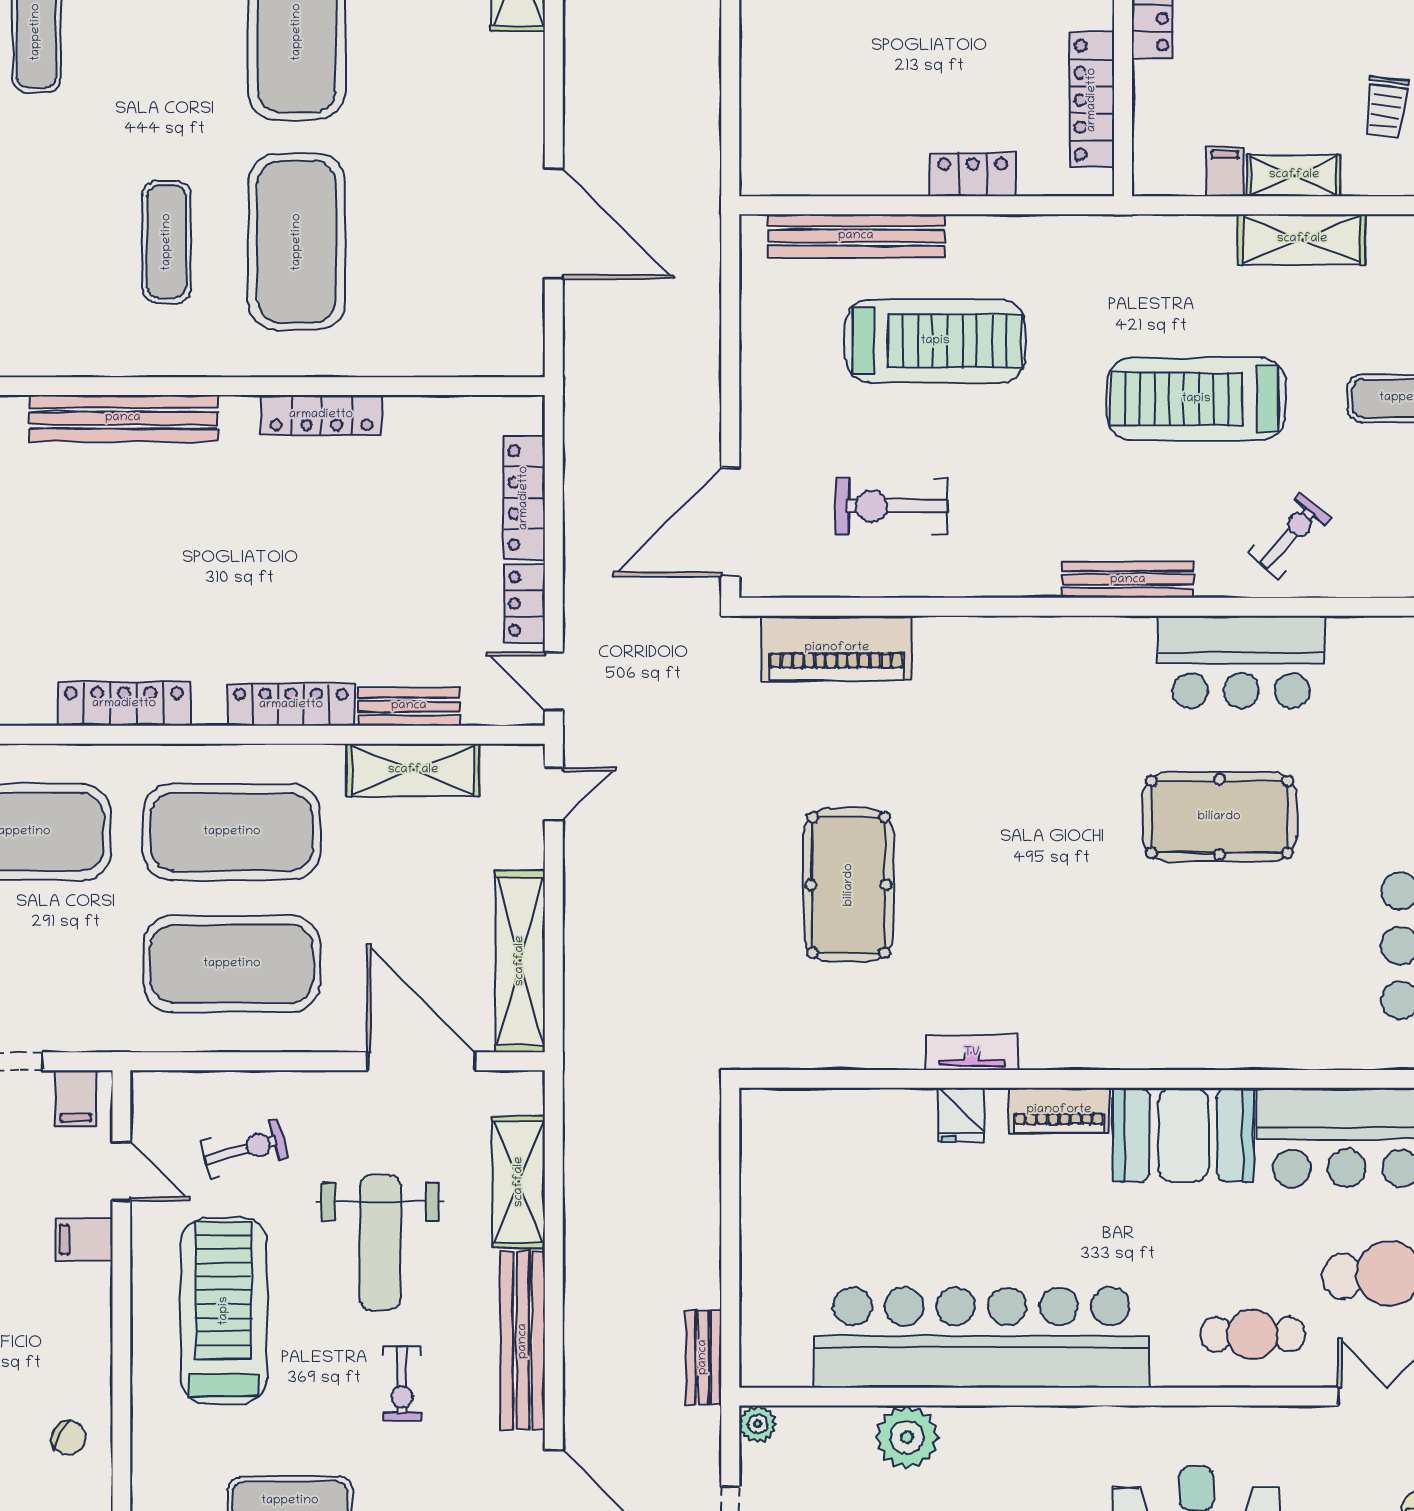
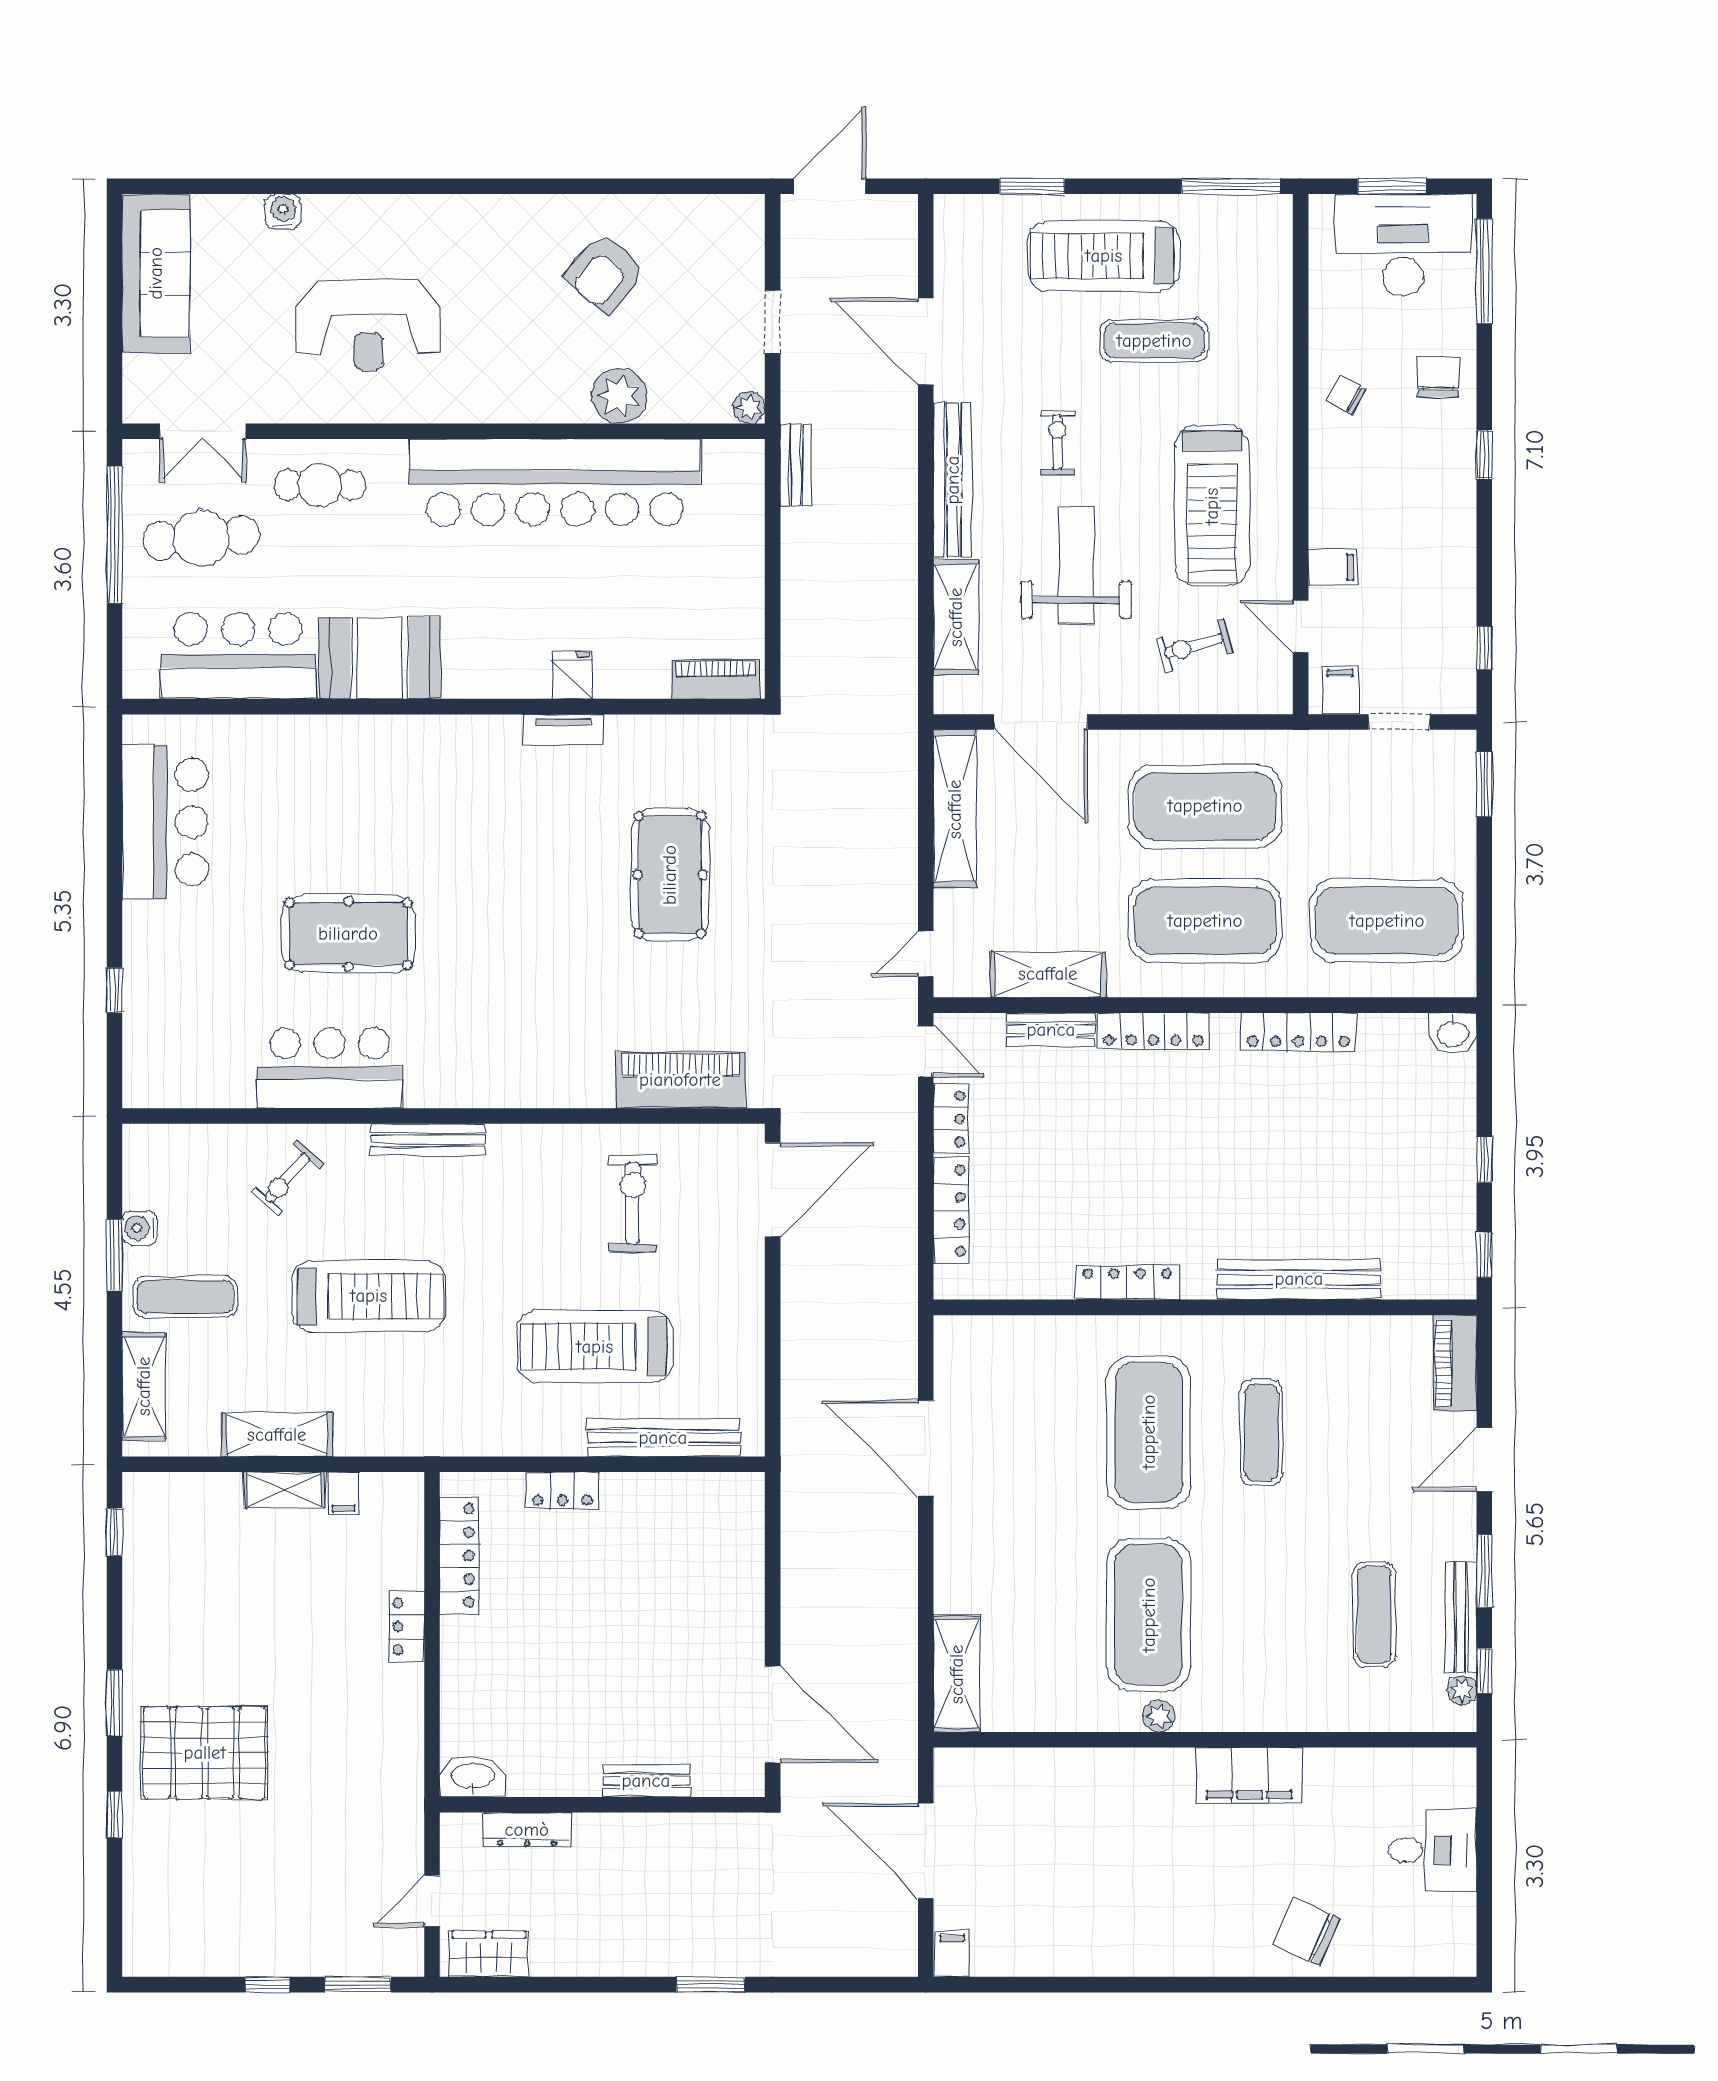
trolley: (1386, 107) -> (204, 1549), removed
exercise bike: (892, 506) -> (633, 1203), turned -90
piano: (1059, 1110) -> (716, 679), moved

